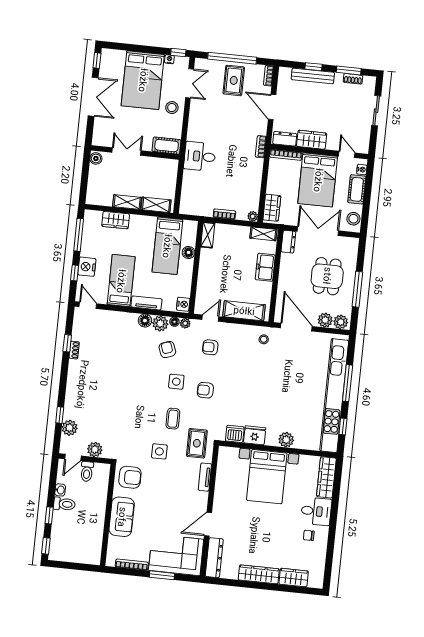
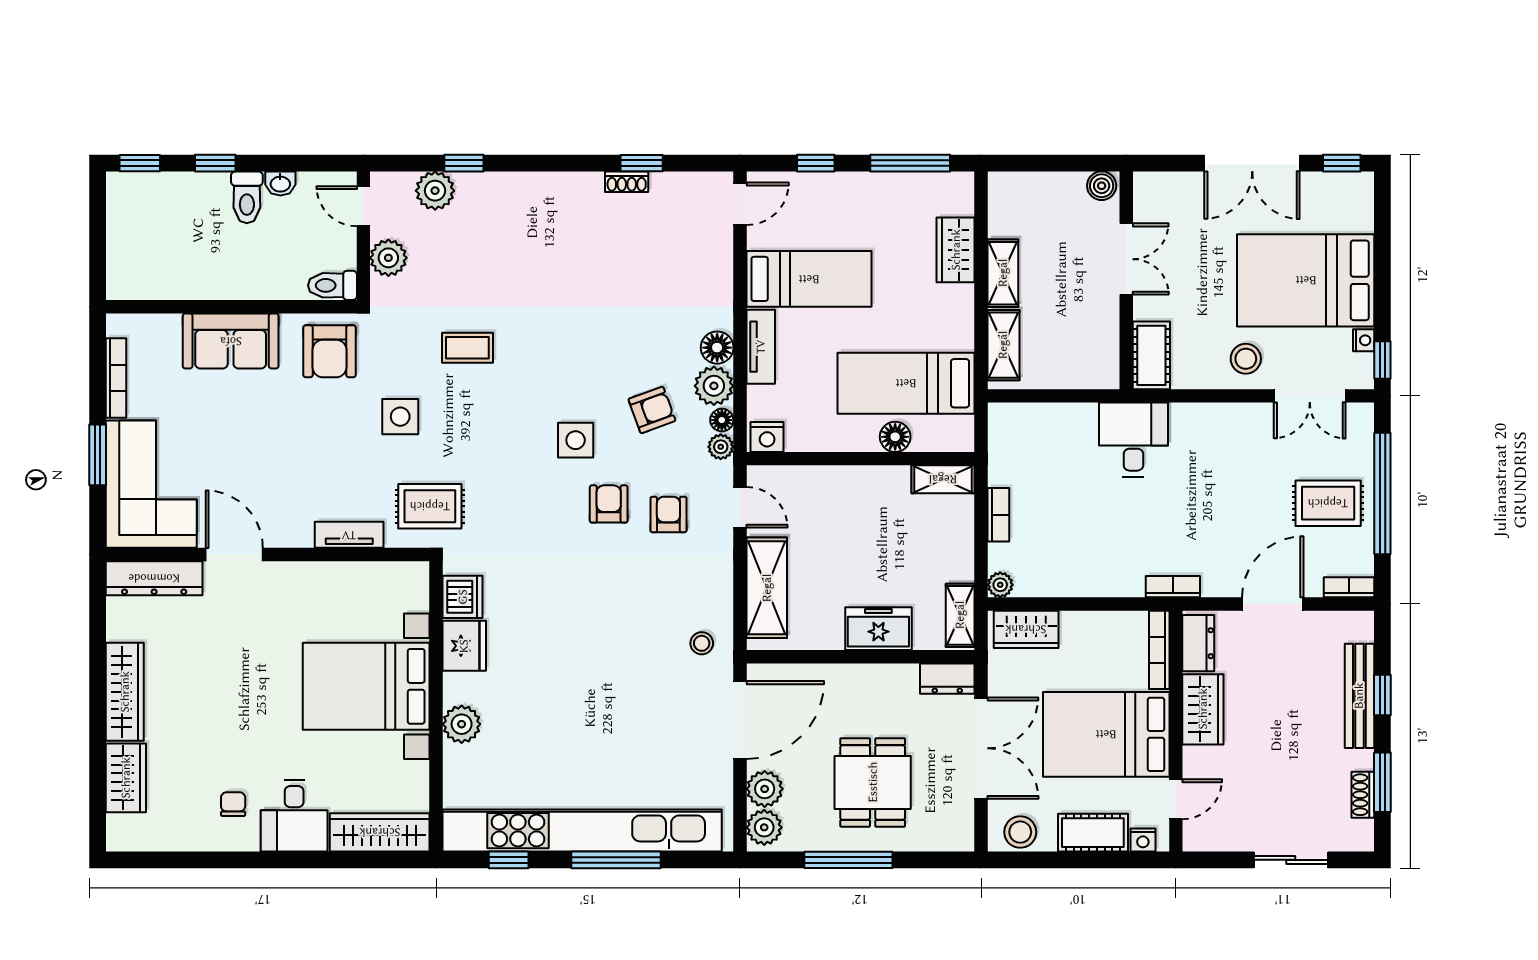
nightstand: (87, 267) -> (834, 191), removed
dining table: (327, 276) -> (873, 782), turned 90
armchair: (205, 390) -> (609, 504), moved
coffee table: (173, 419) -> (467, 348), moved
toilet: (87, 471) -> (333, 285), moved

